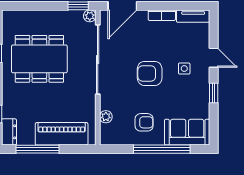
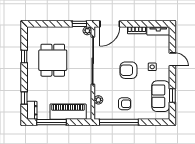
dining table: (39, 59) -> (53, 60), width x0.73
window: (214, 93) -> (172, 95), moved
sofa: (187, 132) -> (161, 96), moved, turned -90
window: (162, 149) -> (119, 122), moved

